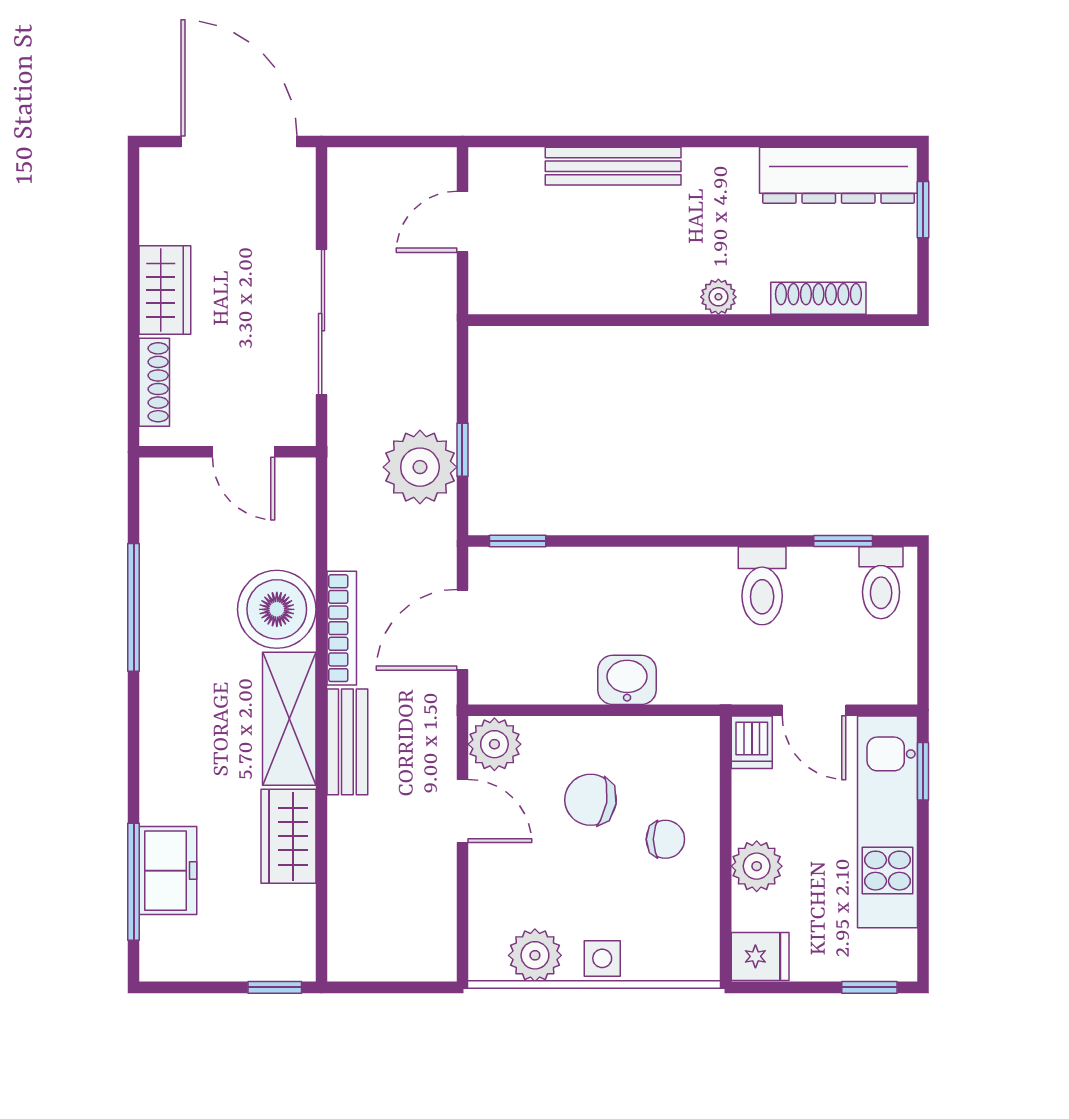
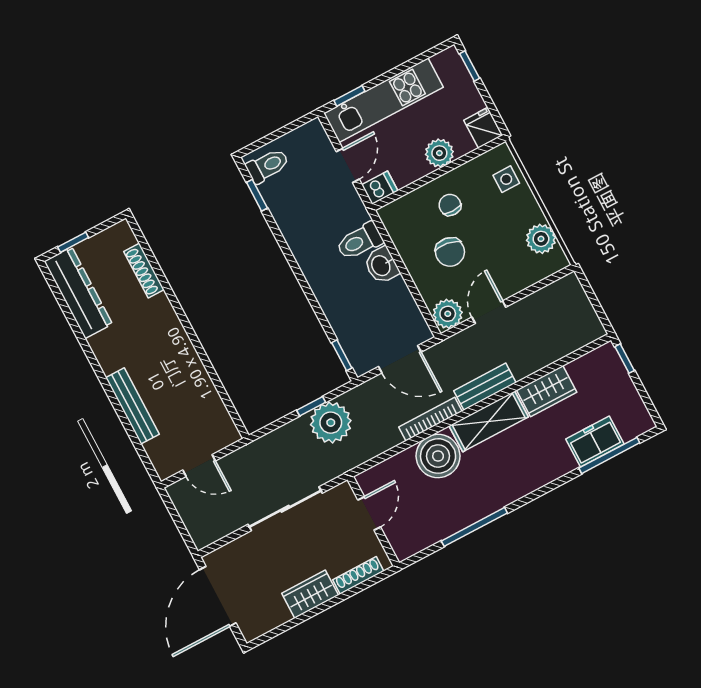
plant: (718, 297) -> (169, 320), removed
toilet: (762, 586) -> (360, 241), moved, turned 180
side table: (602, 958) -> (506, 179), moved

